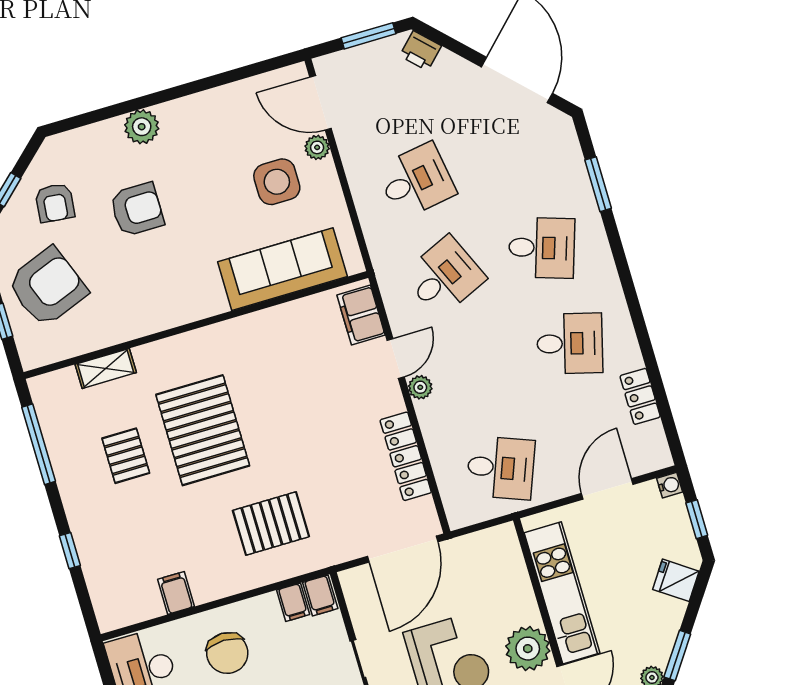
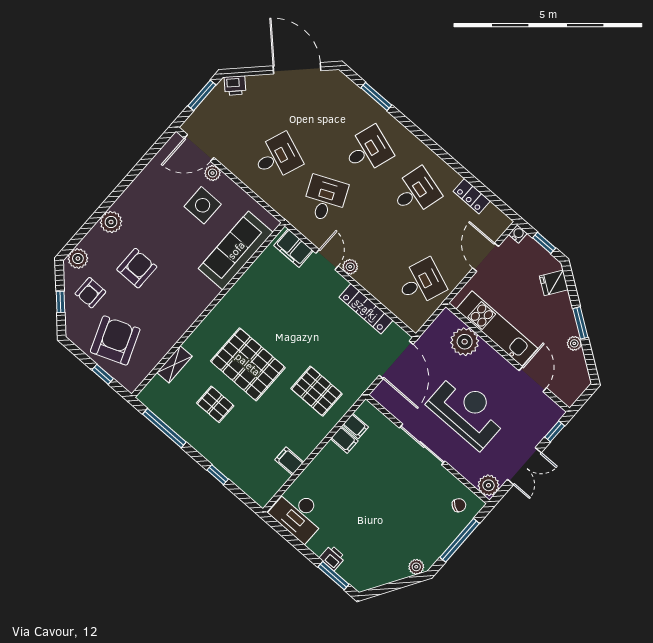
plant: (67, 147) -> (78, 259), added
desk: (416, 181) -> (277, 157), turned 30
armchair: (55, 203) -> (90, 293), turned 84
pallet: (271, 524) -> (317, 391), turned 90
filing cabinet: (320, 595) -> (344, 440), moved
plant: (528, 649) -> (465, 342), moved
chair: (227, 653) -> (337, 476), removed

